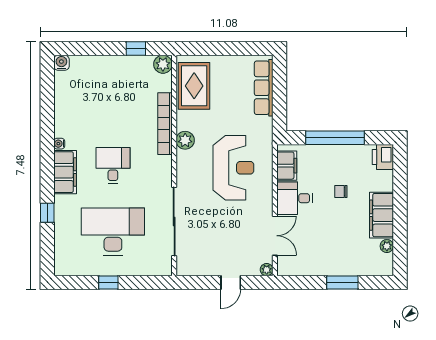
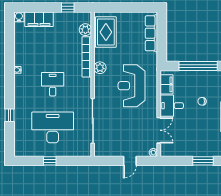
plant: (163, 64) -> (85, 30), moved
reception desk: (233, 168) -> (132, 86), turned 180
filing cabinet: (65, 172) -> (39, 19), moved, turned 90

